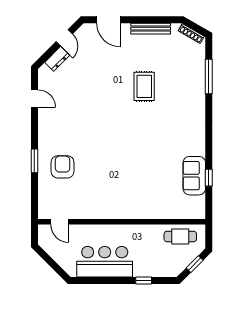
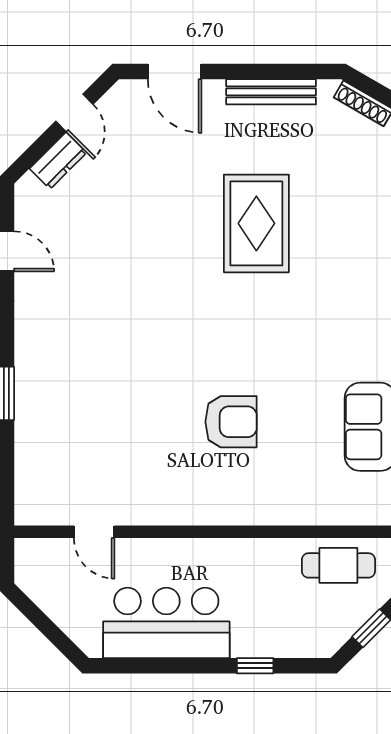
rug: (144, 86) -> (256, 223), width x1.36, depth x1.43
armchair: (63, 167) -> (231, 422), moved, turned 90
door: (60, 222) -> (94, 532), moved

